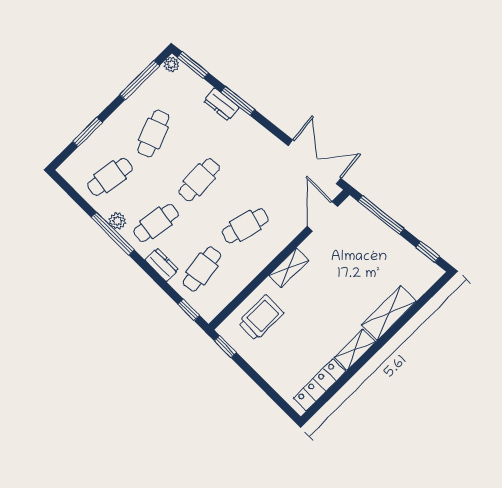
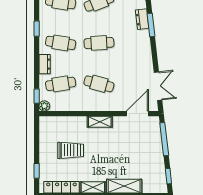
double door: (315, 162) -> (158, 86), width x0.73
plant: (117, 221) -> (44, 106), moved
window: (113, 234) -> (37, 29), width x0.46
trolley: (261, 318) -> (71, 150), moved
window: (225, 347) -> (37, 171), moved

